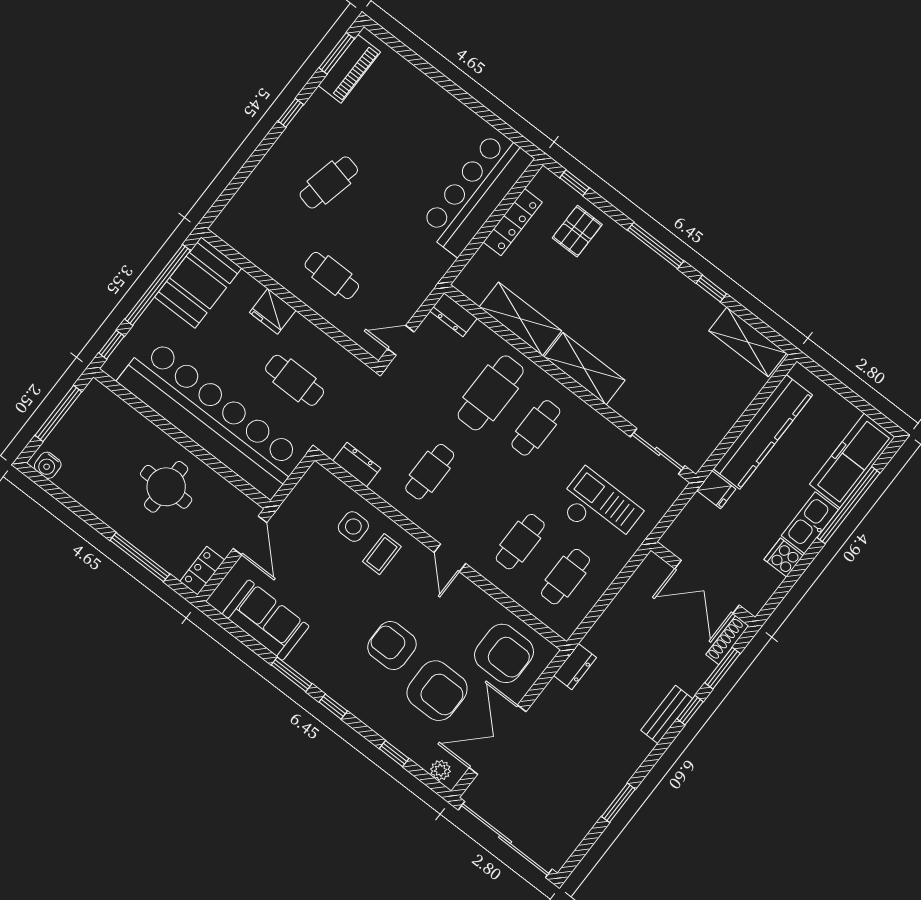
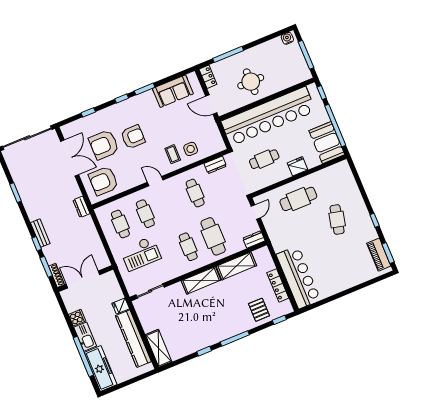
cafe table: (332, 276) -> (298, 199), width x1.37, depth x1.35
shelving: (748, 342) -> (159, 348), moved, turned 90
plant: (440, 770) -> (71, 128), removed

